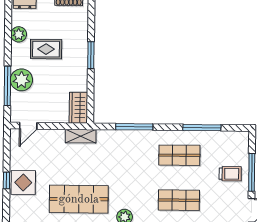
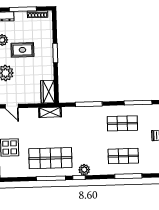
door: (28, 126) -> (12, 106), hinge flipped

